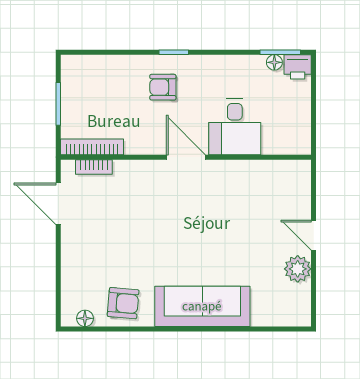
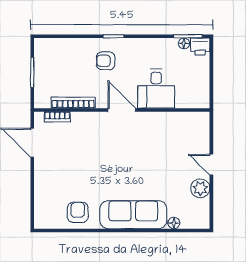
bookcase: (92, 147) -> (73, 103), moved
armchair: (123, 303) -> (78, 212), turned -95
floor lamp: (85, 318) -> (174, 223), moved

